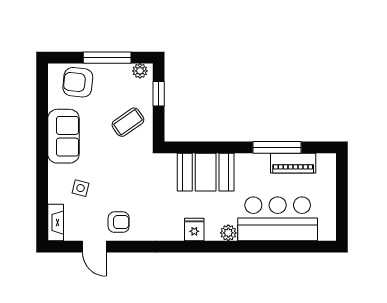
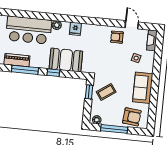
window: (159, 94) -> (89, 92), moved
window: (226, 147) -> (53, 73), added

